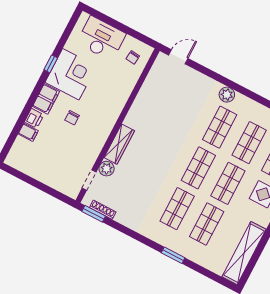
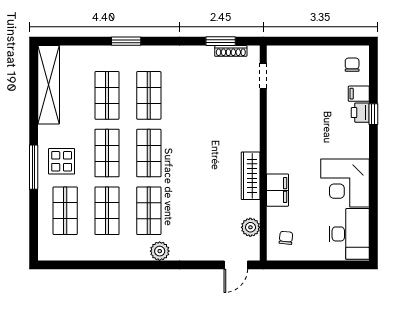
desk: (101, 38) -> (349, 234), moved, turned -90
window: (51, 64) -> (373, 114), moved
filing cabinet: (46, 99) -> (277, 190), moved, turned 180
chair: (72, 118) -> (352, 65), moved
wardrobe: (119, 144) -> (251, 176), moved
plant: (107, 169) -> (250, 227), moved
window: (94, 214) -> (221, 41), moved

